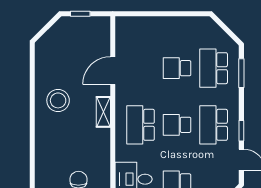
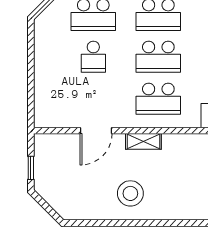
door: (113, 71) -> (96, 131), hinge flipped
school desk: (177, 125) -> (158, 57), width x1.85

